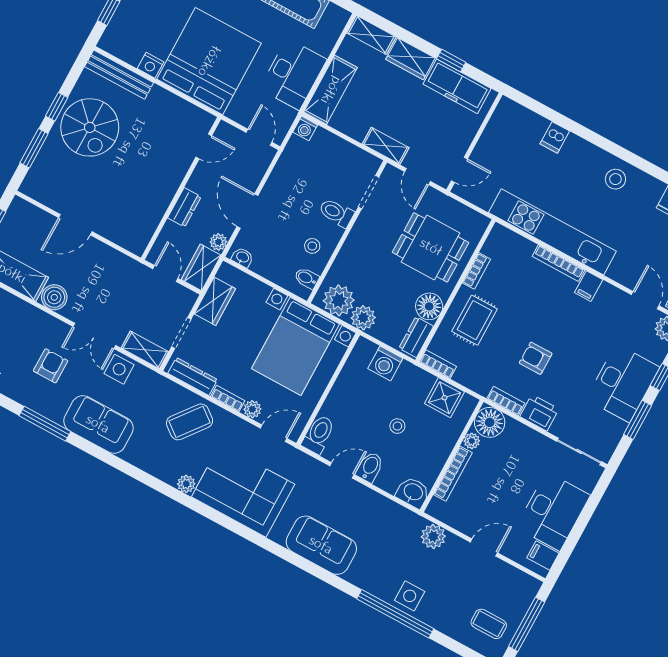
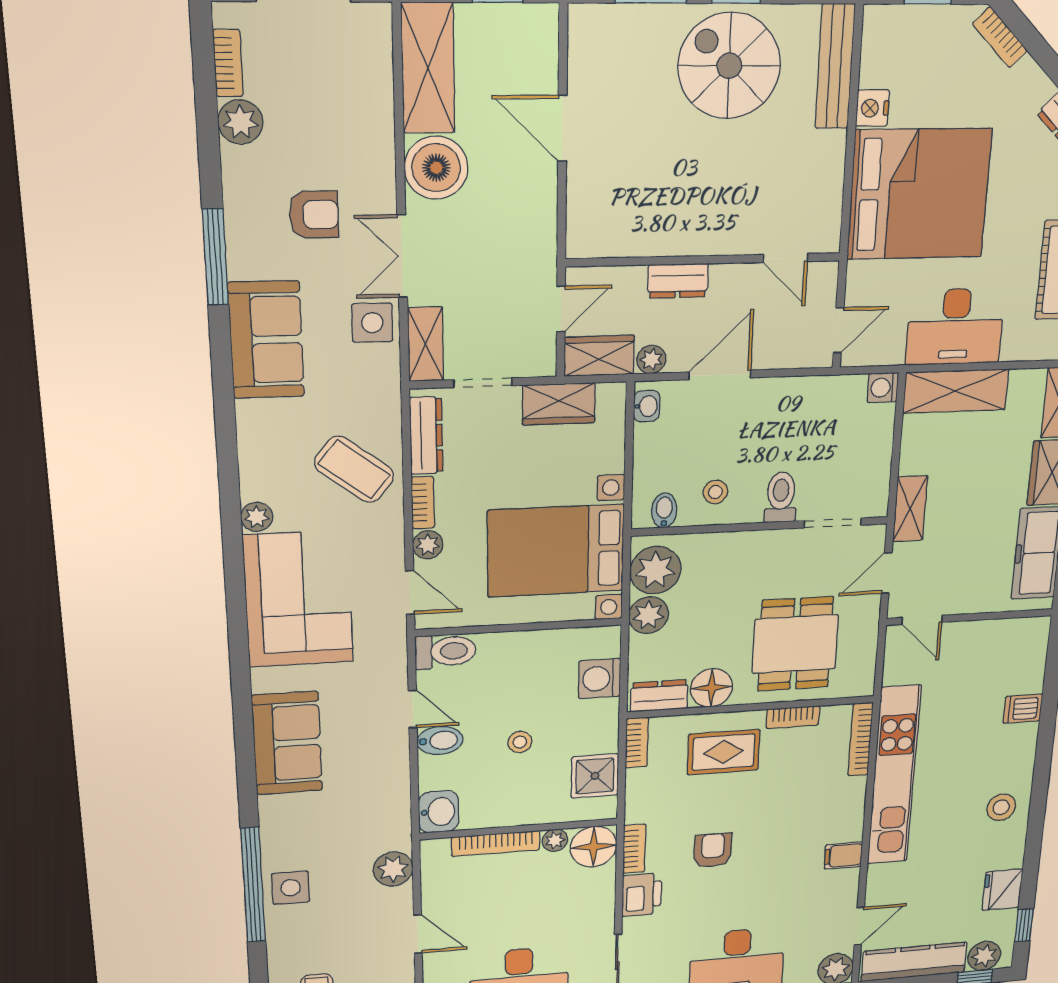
spiral stairs: (90, 127) -> (729, 66), turned 90
bookcase: (558, 263) -> (861, 739), moved
boiler: (54, 297) -> (436, 168), width x1.37, depth x1.37

